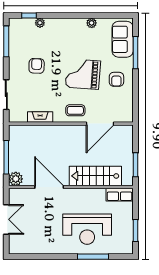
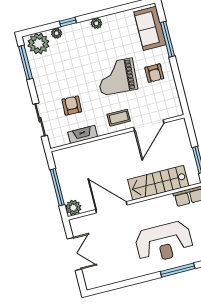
window: (29, 15) -> (68, 22), moved
plant: (92, 23) -> (96, 23), moved
plant: (22, 28) -> (38, 44), added
armchair: (37, 66) -> (72, 105), moved

